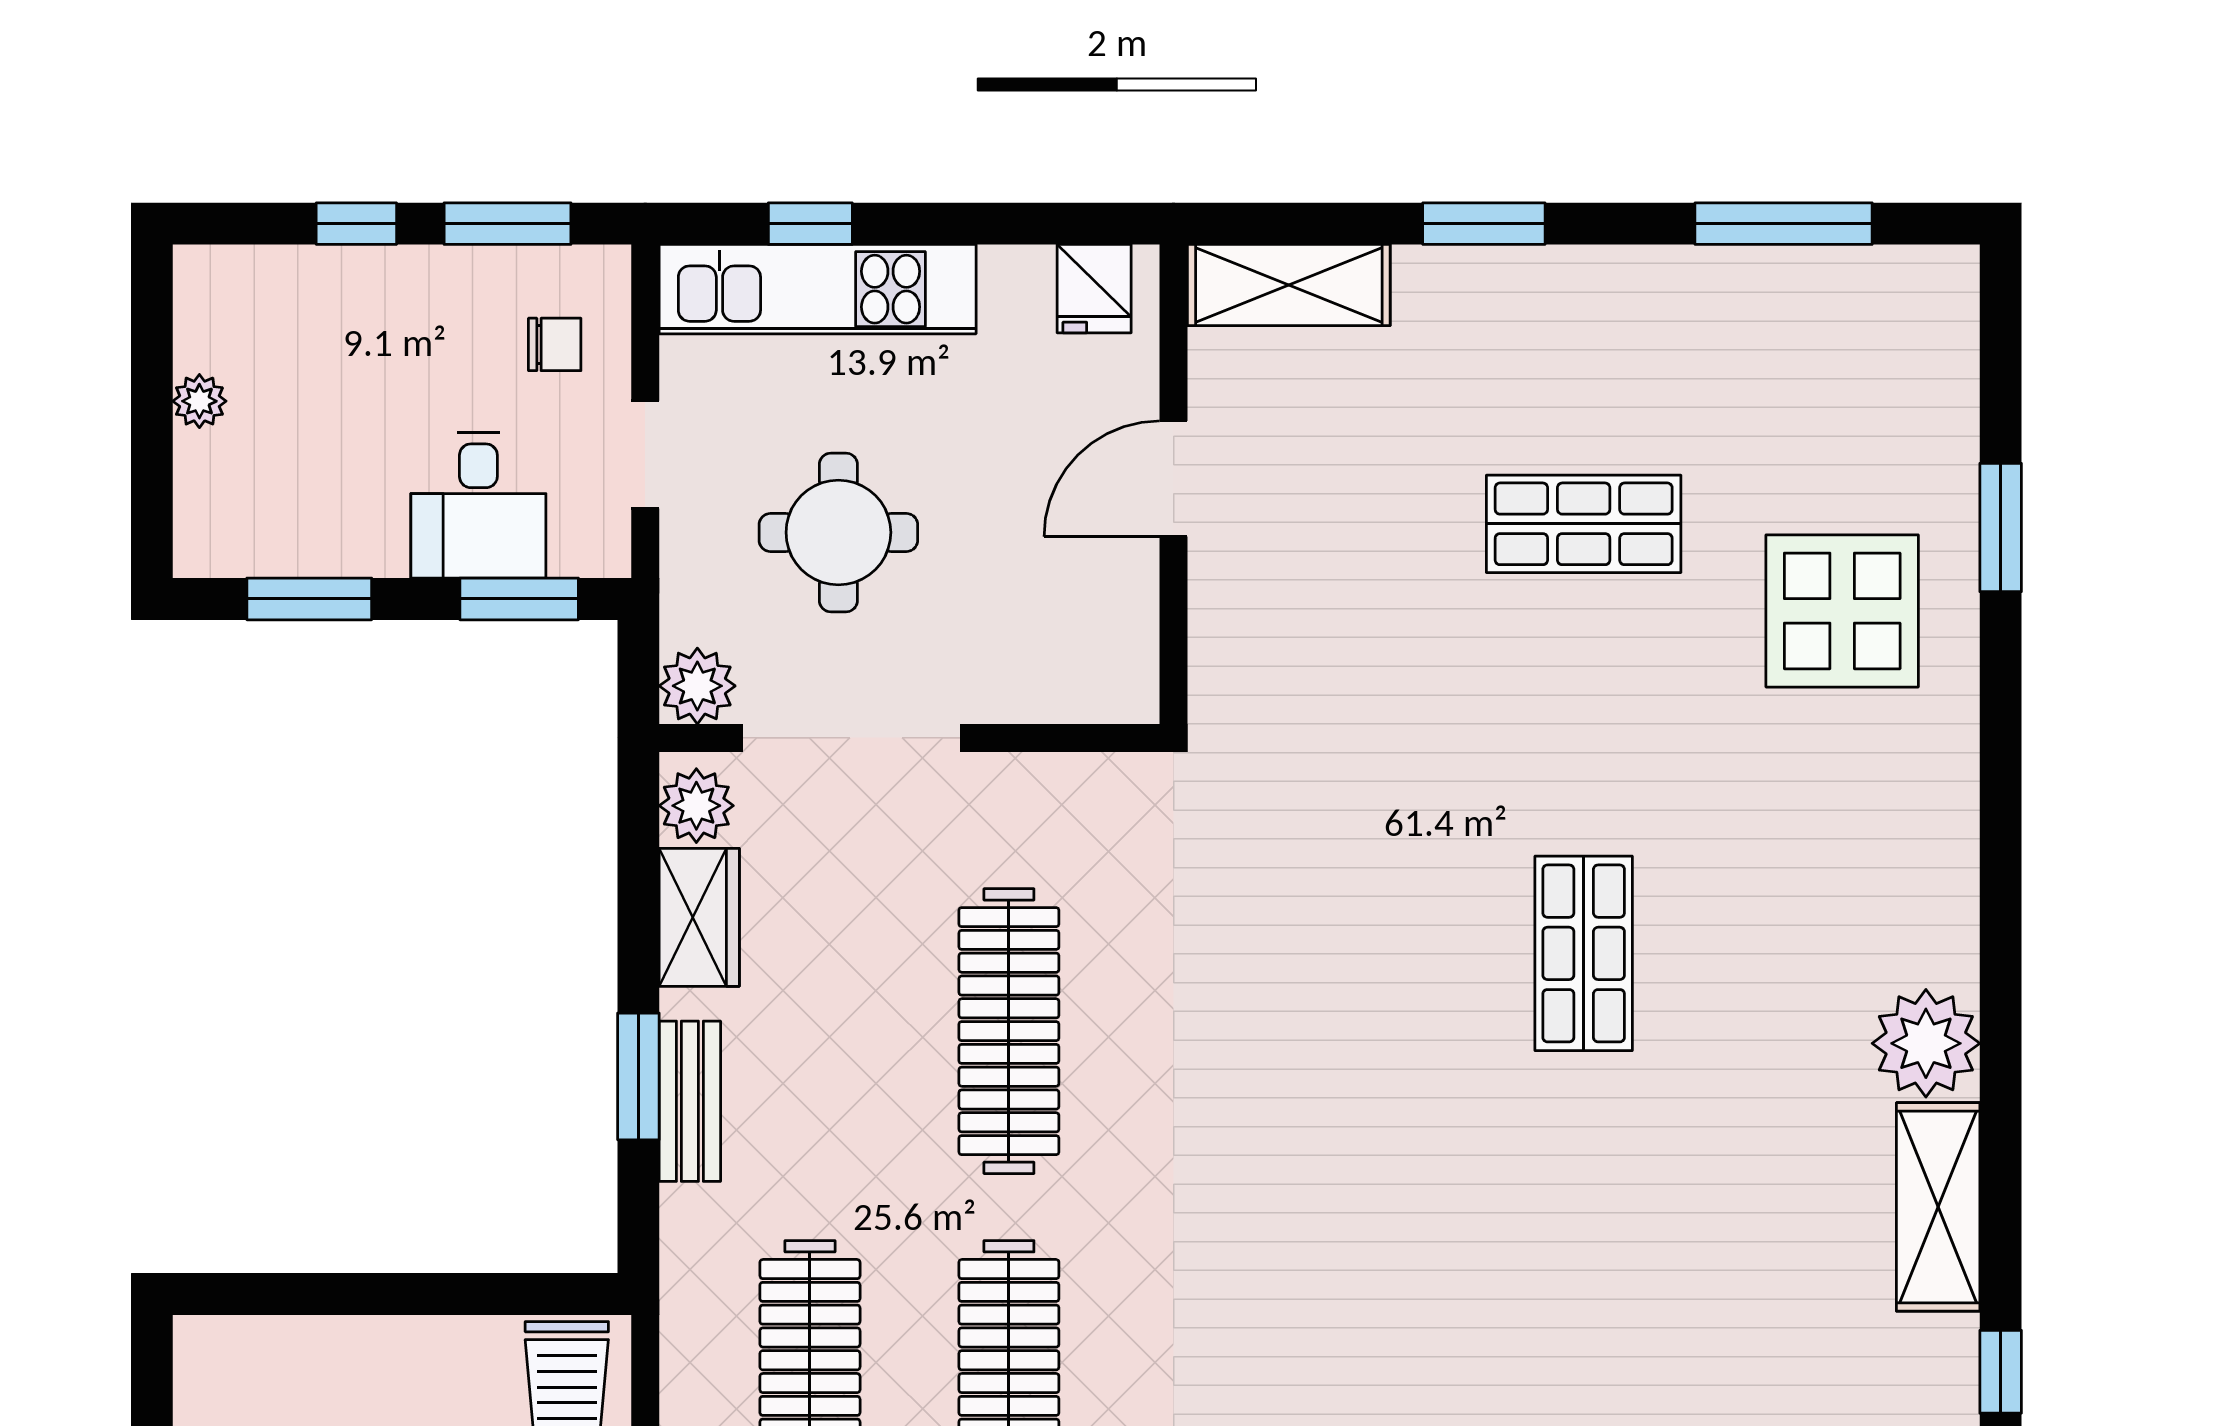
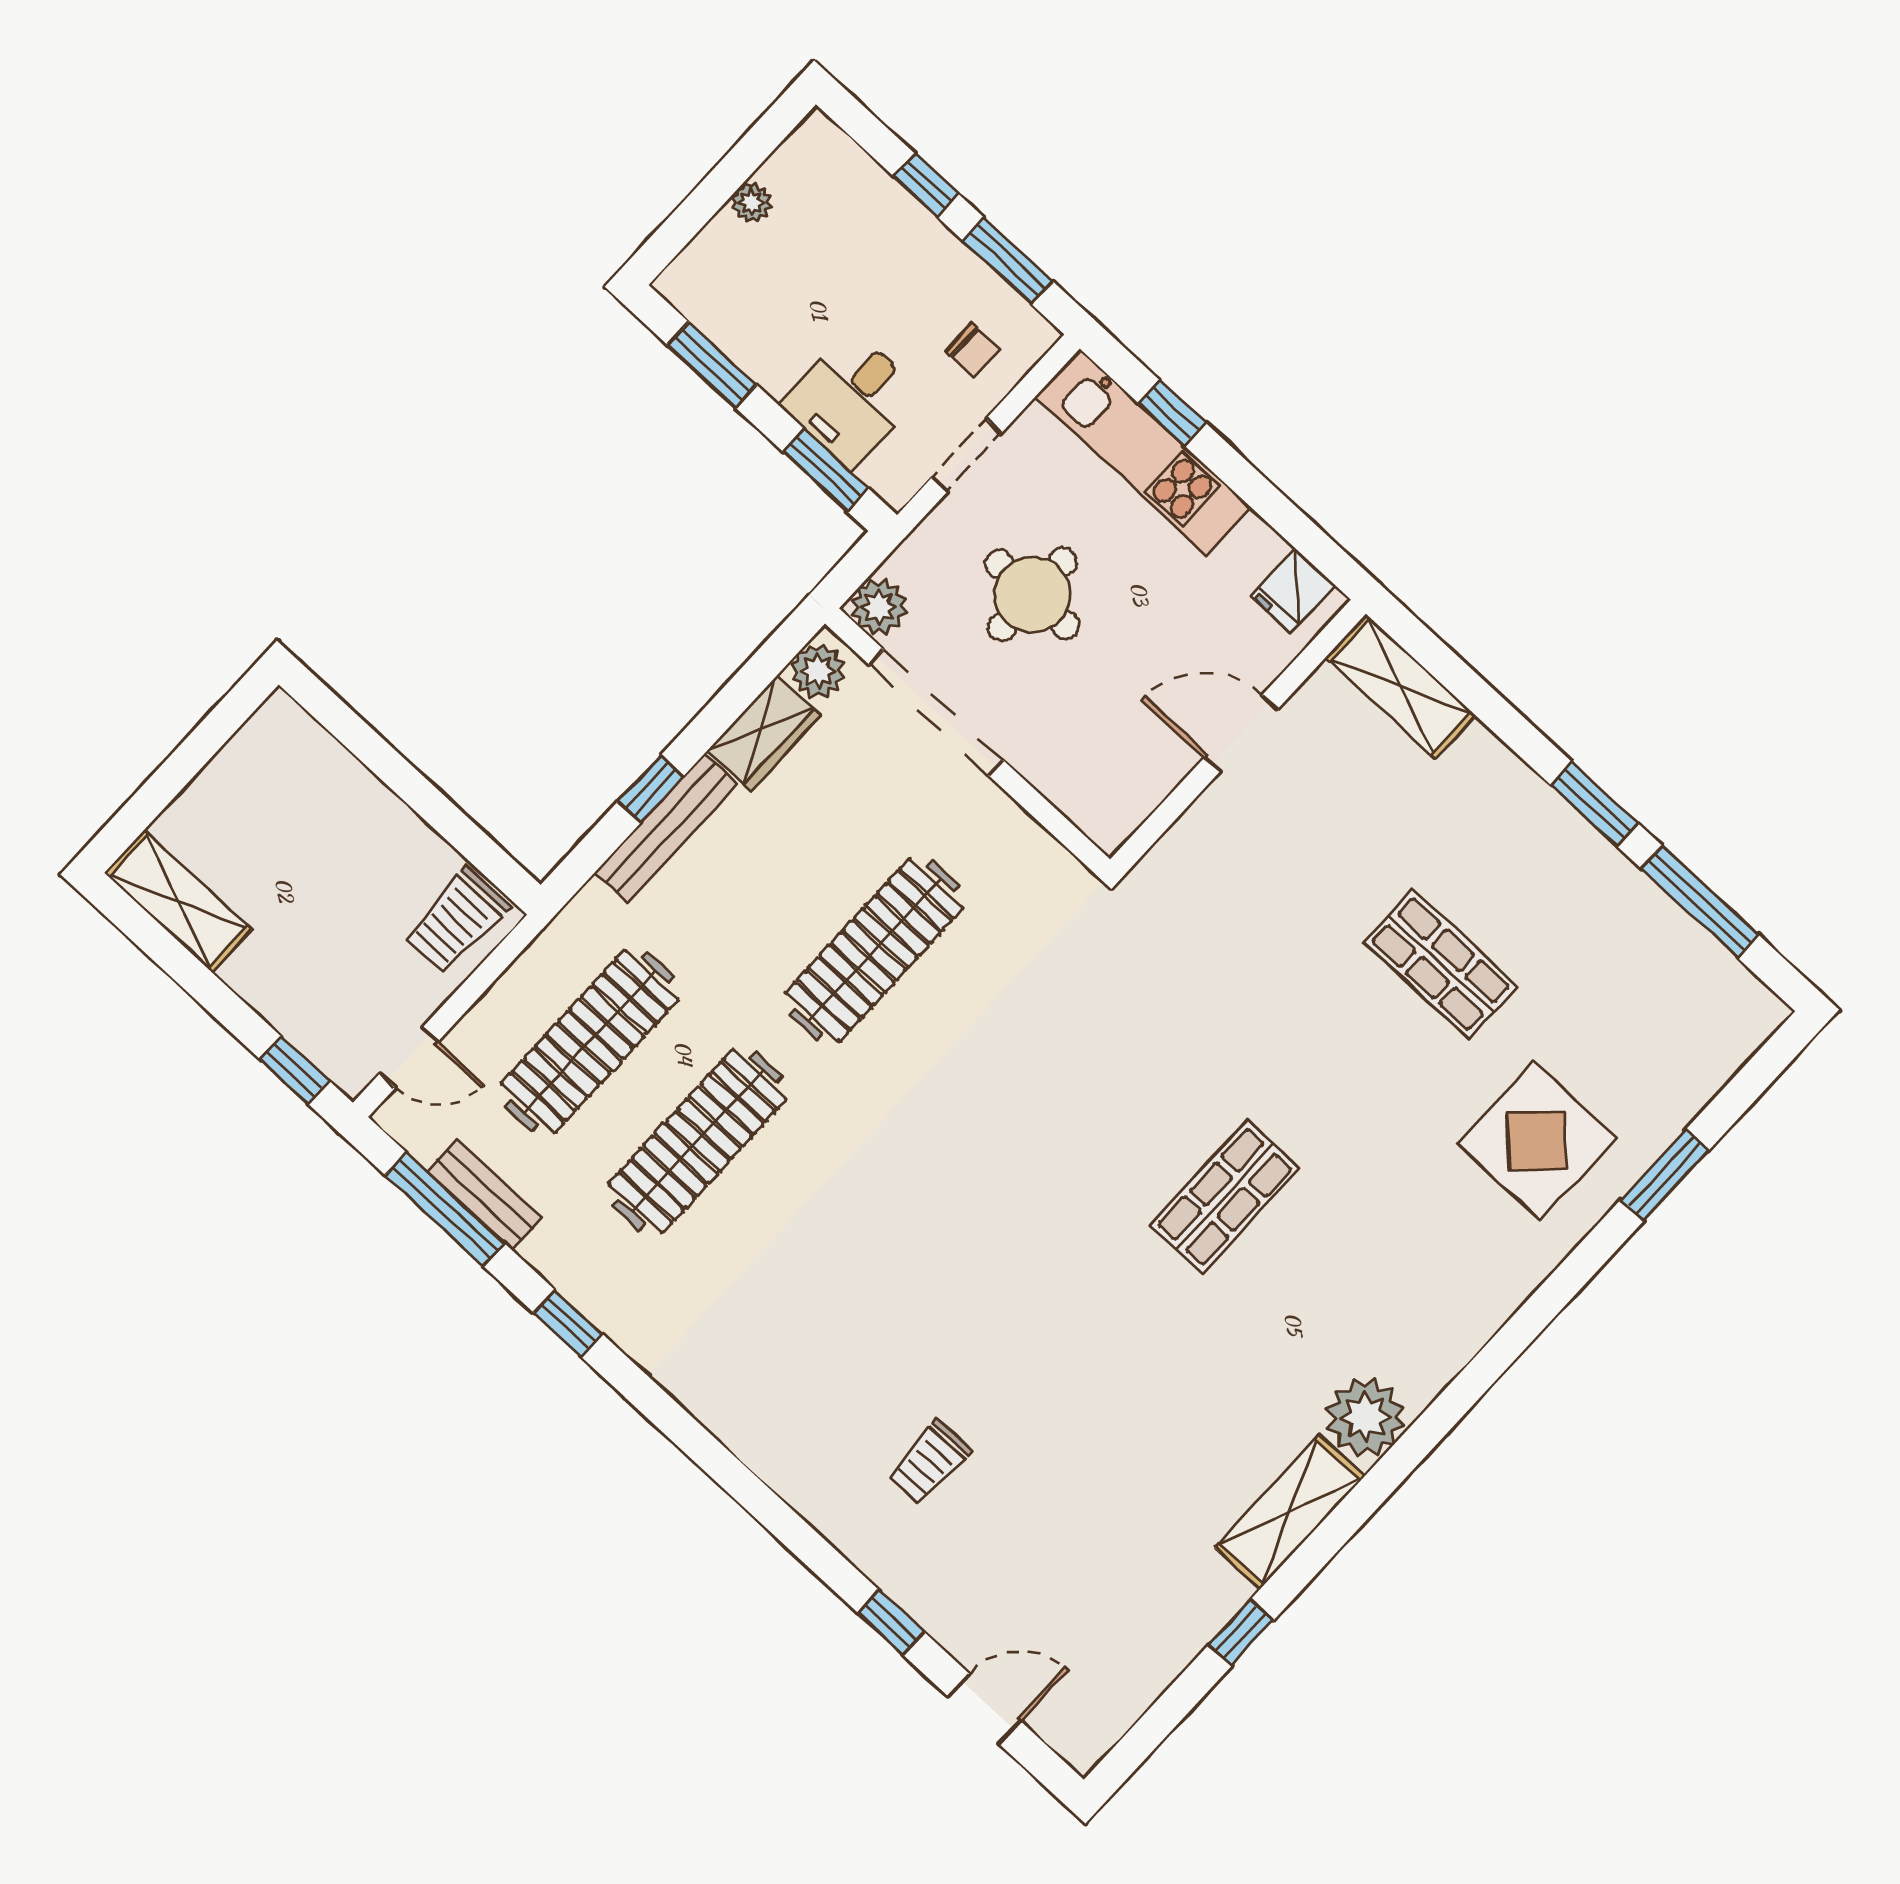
window: (1484, 224) -> (1595, 804), moved
window: (638, 1076) -> (651, 789), width x0.67
bench: (690, 1101) -> (666, 828), width x1.36

